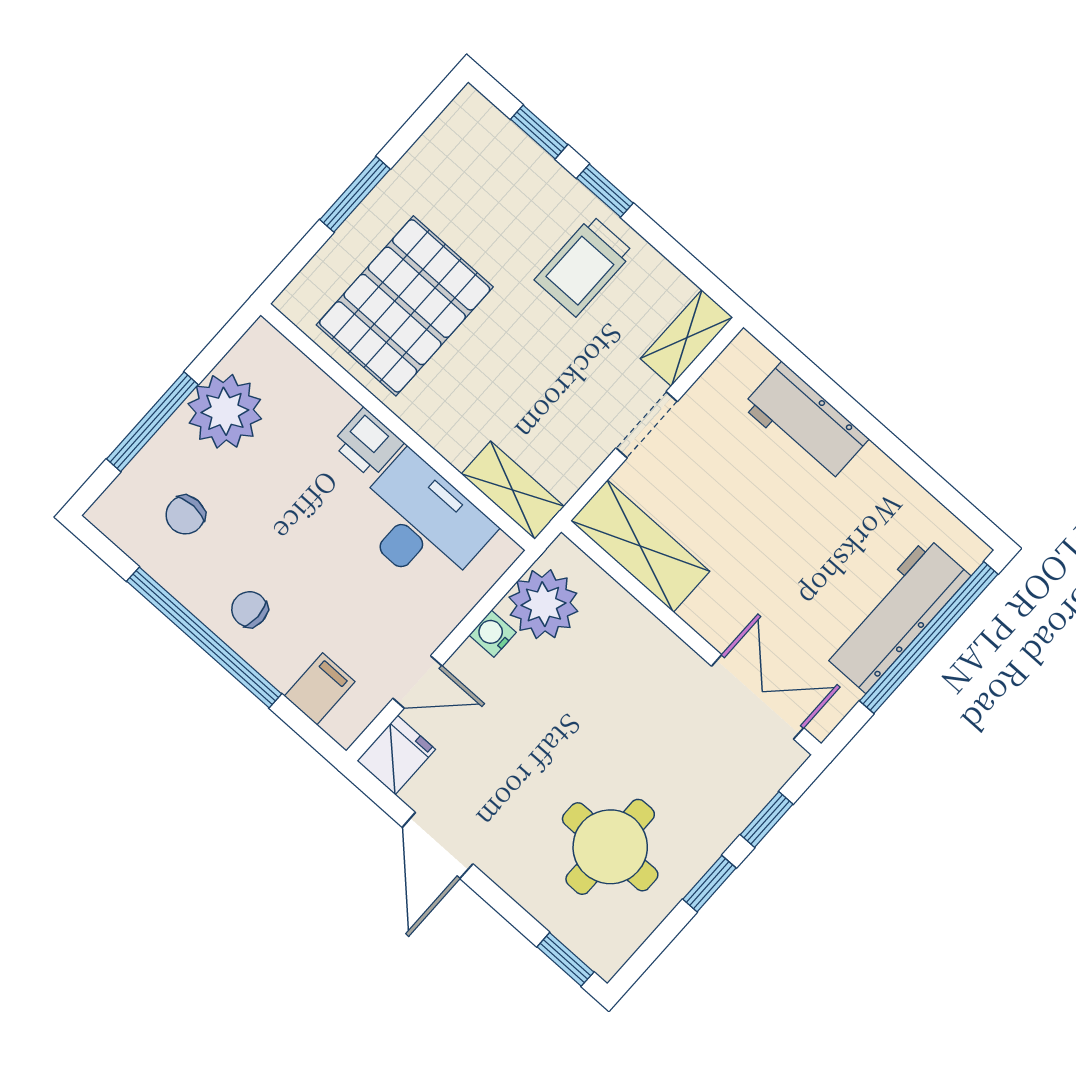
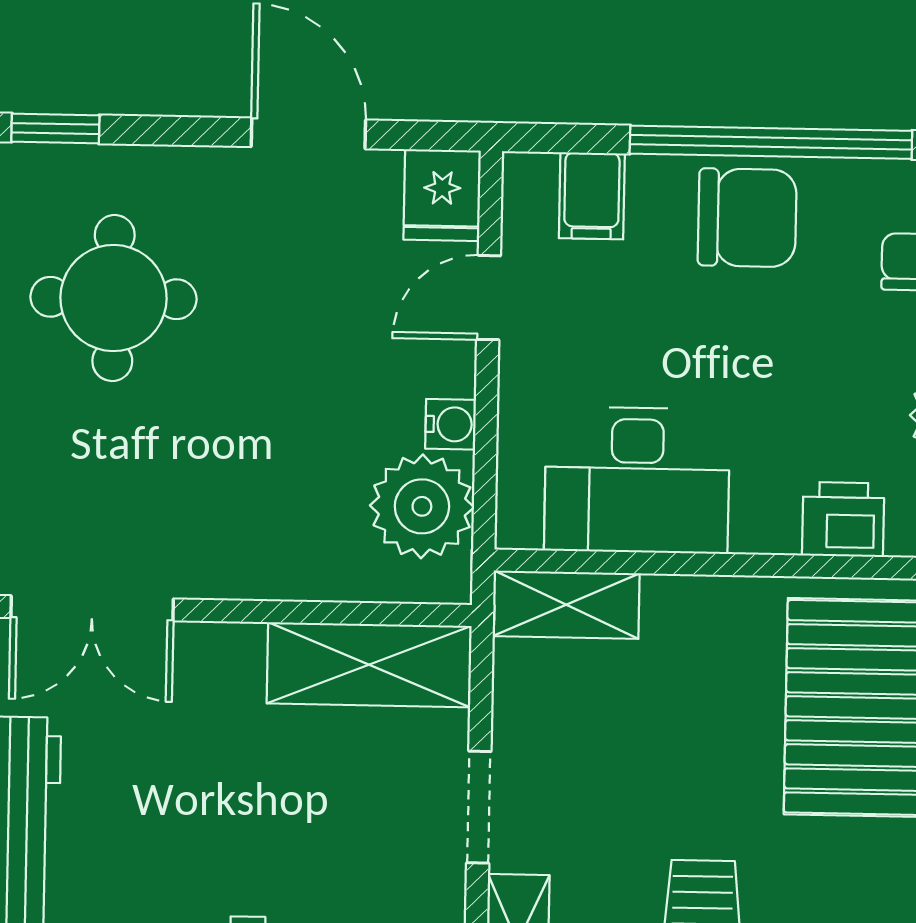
printer: (368, 443) -> (843, 519), moved
chair: (250, 609) -> (747, 218), width x1.87, depth x1.87

